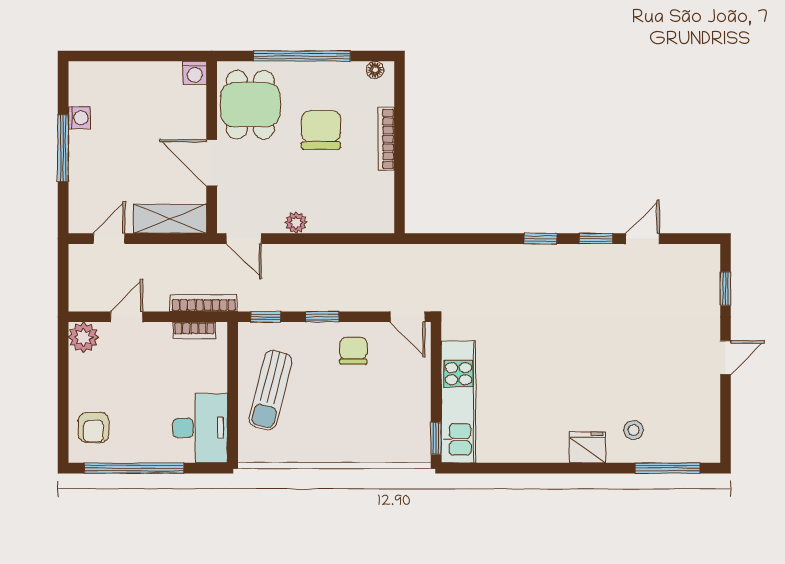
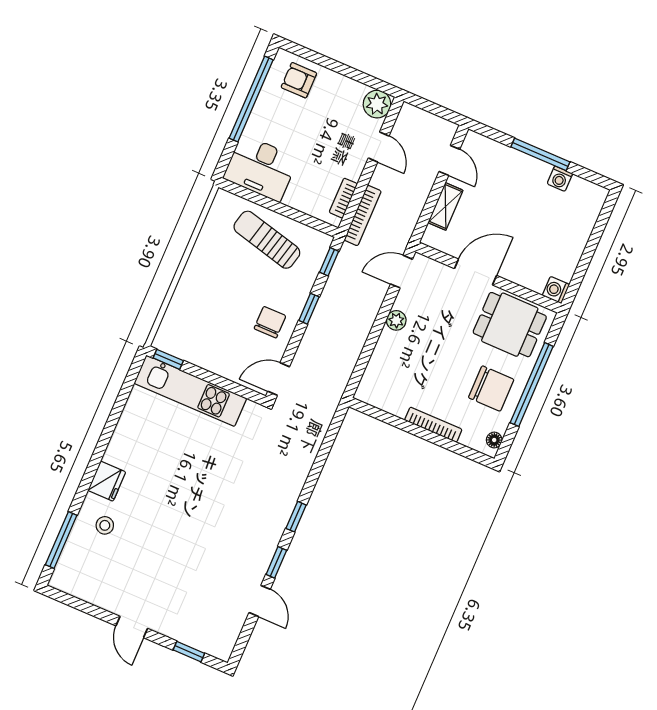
chair: (321, 130) -> (491, 389), moved
shelving: (170, 219) -> (445, 206), width x0.67, depth x0.75
chair: (353, 351) -> (270, 322), turned -90

